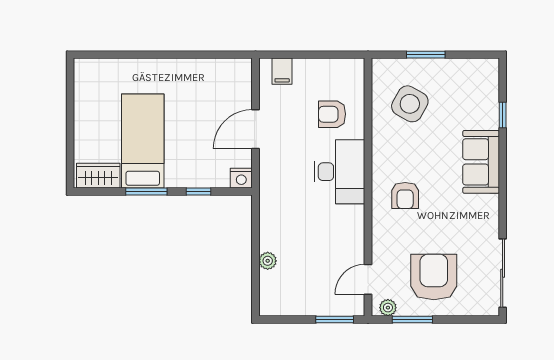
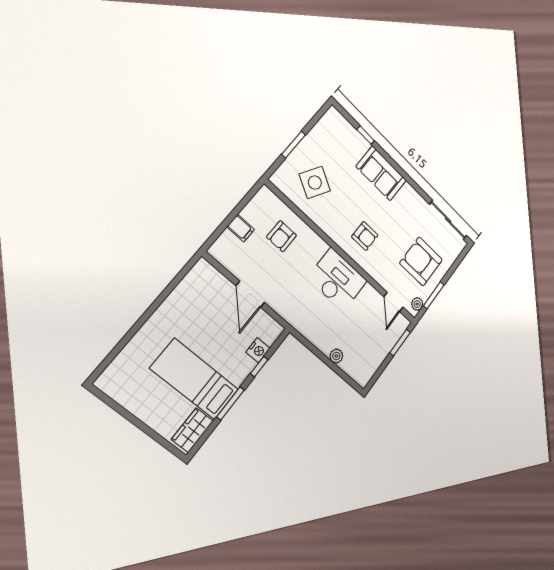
filing cabinet: (282, 71) -> (241, 228), moved
desk: (340, 172) -> (337, 279), moved
nightstand: (241, 178) -> (258, 350), moved

